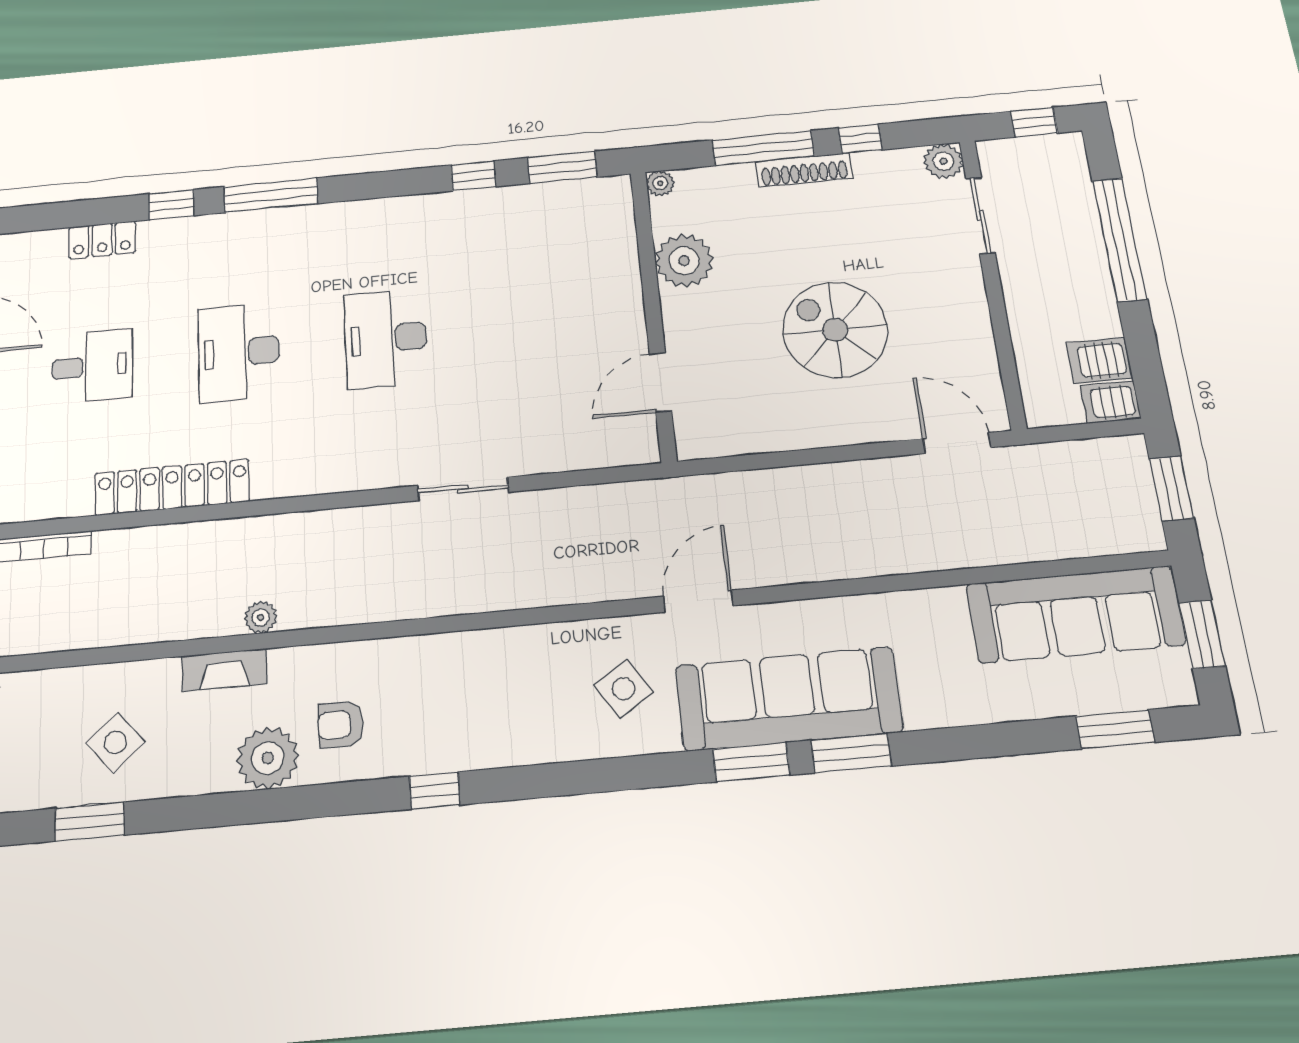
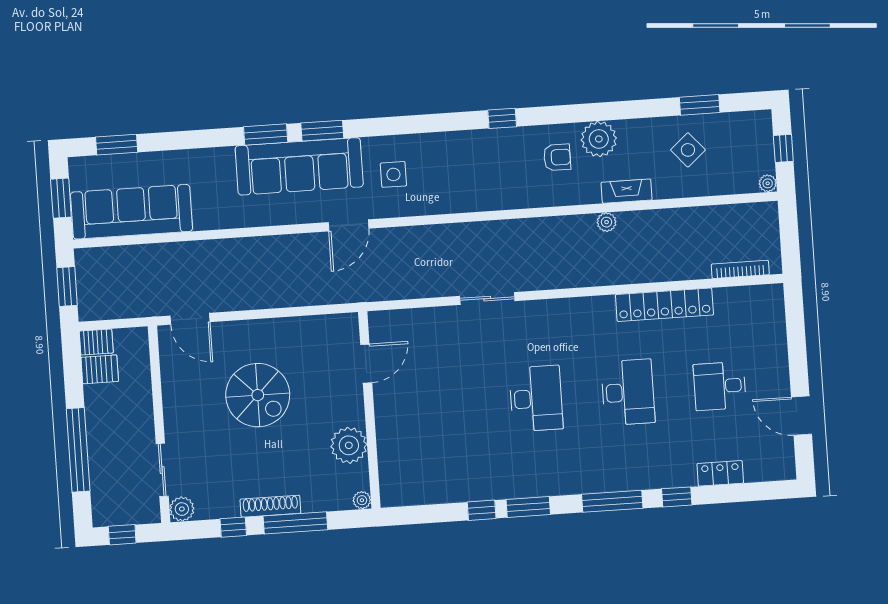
window: (562, 167) -> (528, 507), moved
side table: (624, 689) -> (393, 174), turned 33

